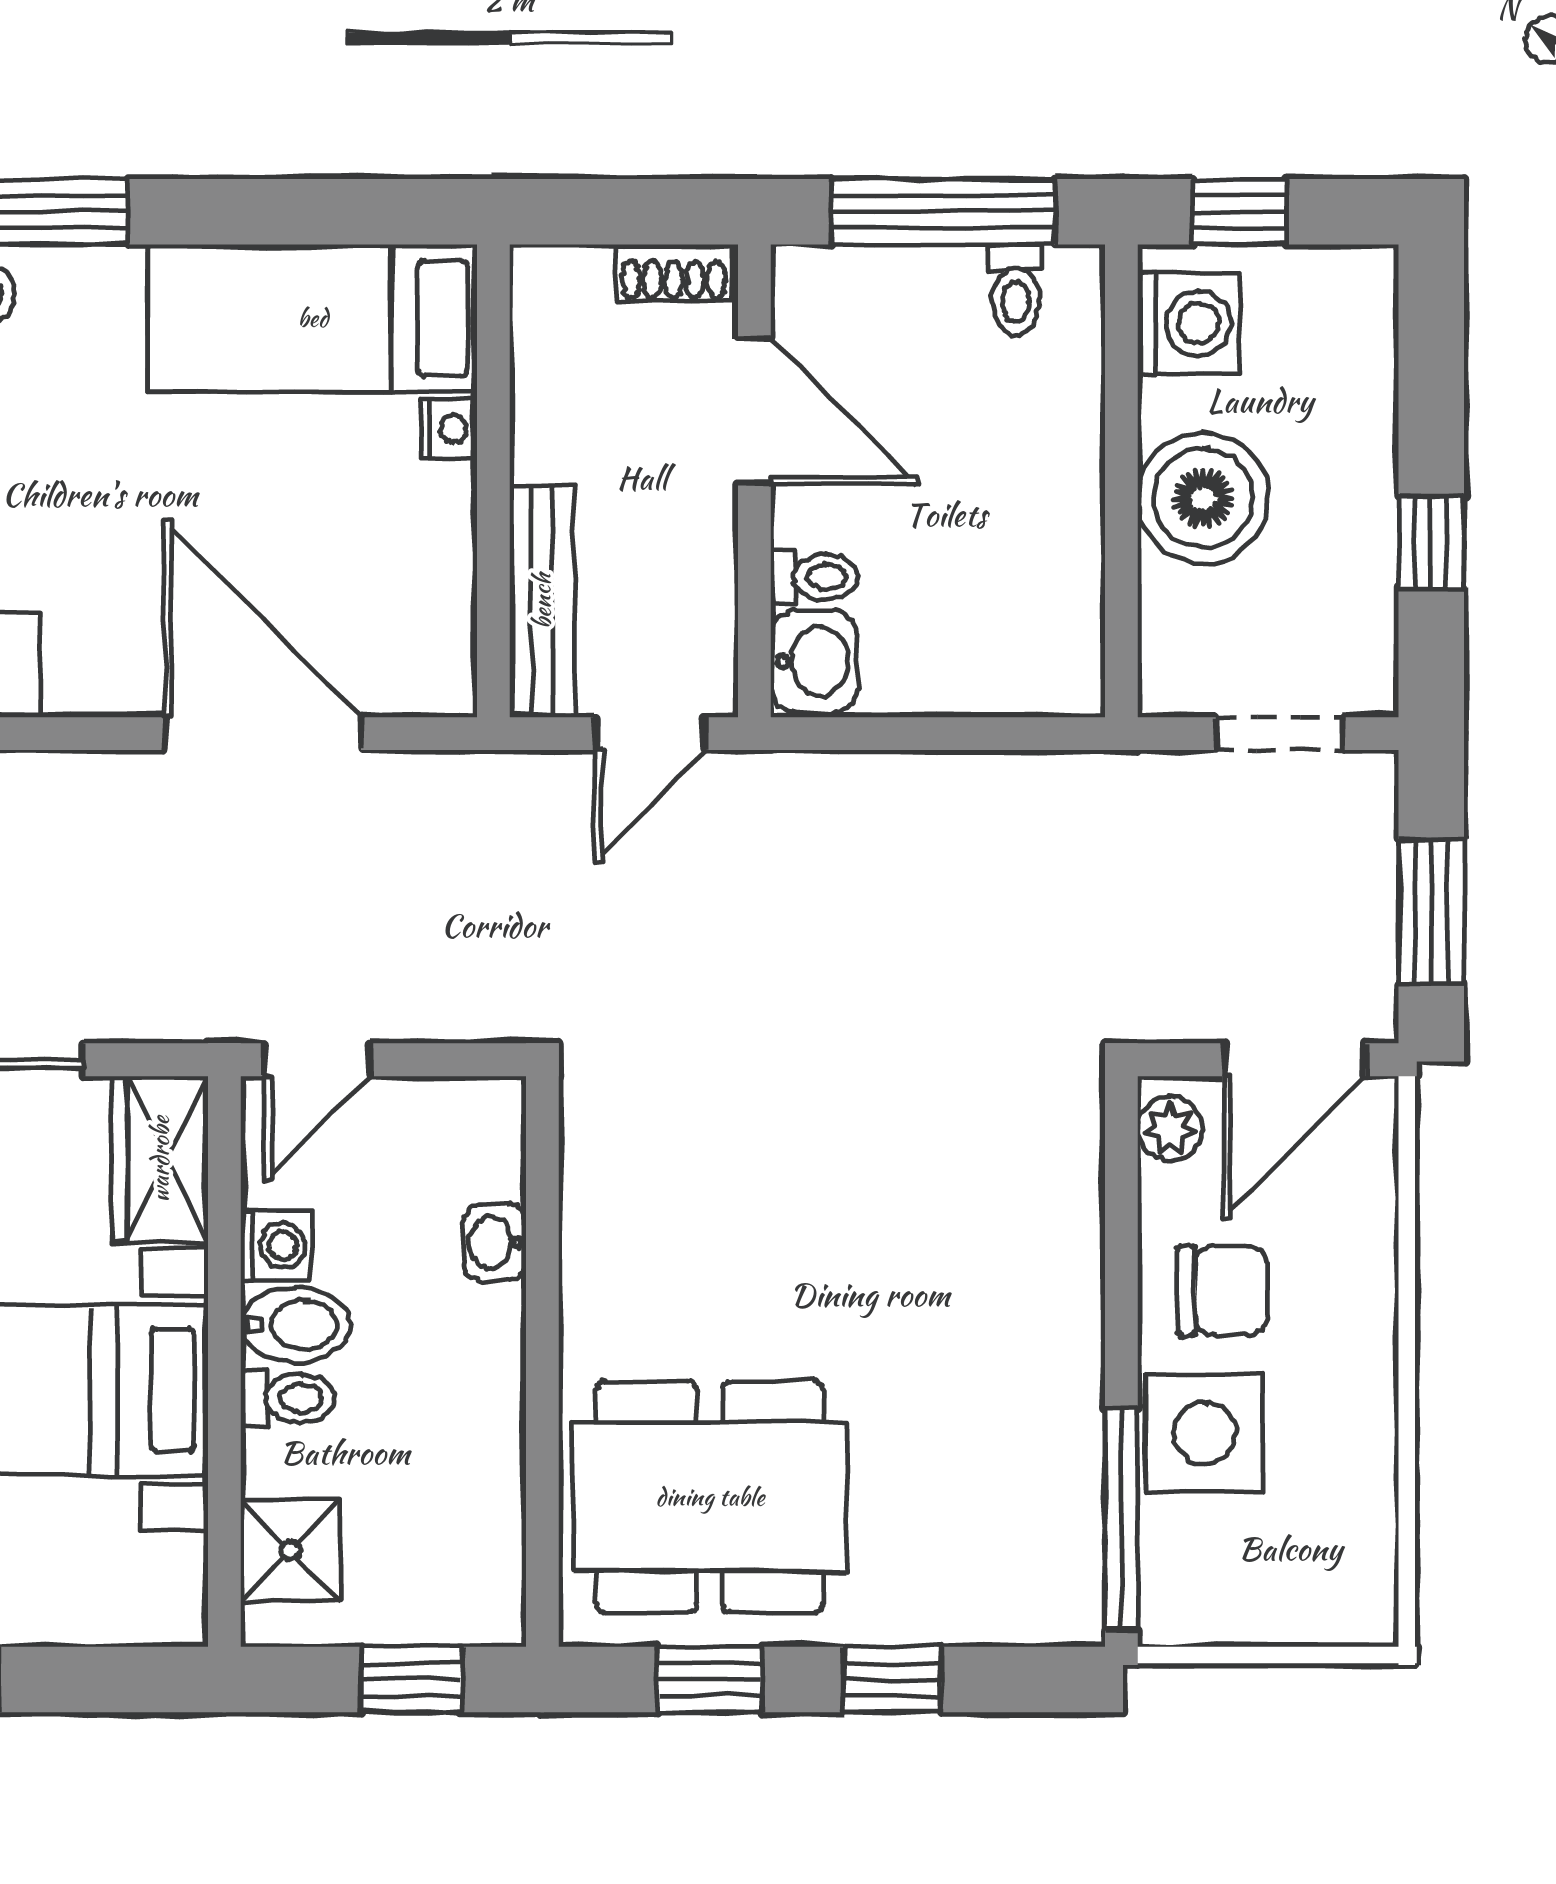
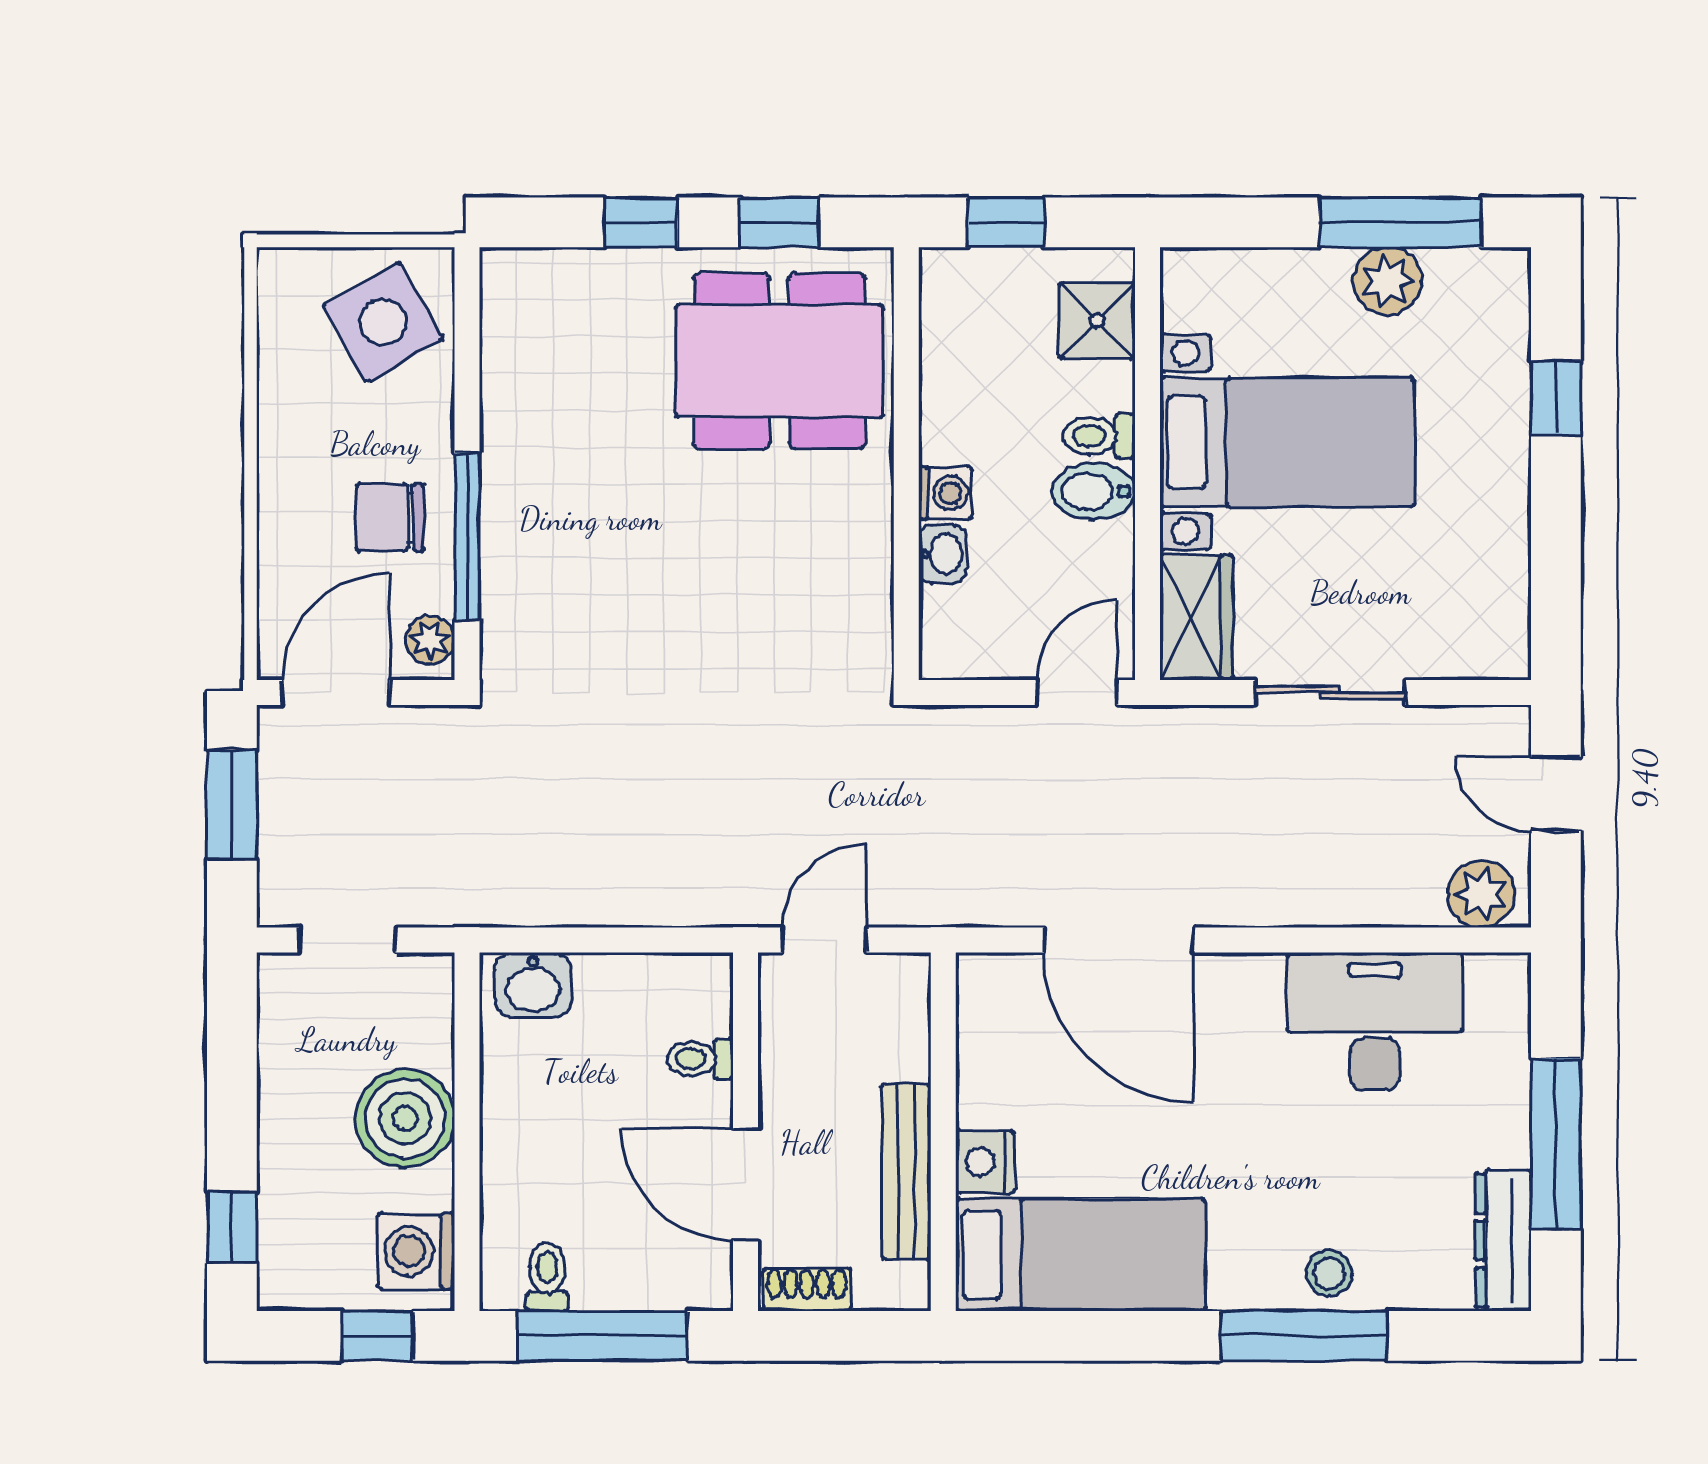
nightstand: (449, 429) -> (985, 1162), width x1.39, depth x1.35
window: (1431, 542) -> (232, 1227), moved
bench: (542, 601) -> (906, 1172), moved
washbasin: (814, 661) -> (533, 985), moved, turned -90
washing machine: (276, 1246) -> (945, 493), moved, turned 180
side table: (1205, 1433) -> (383, 322), moved, turned -30
window: (1121, 1519) -> (467, 537), moved

